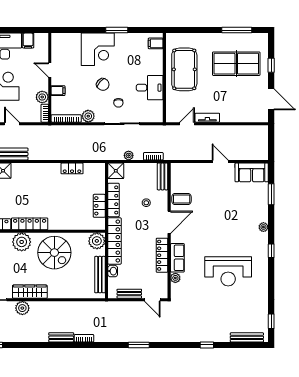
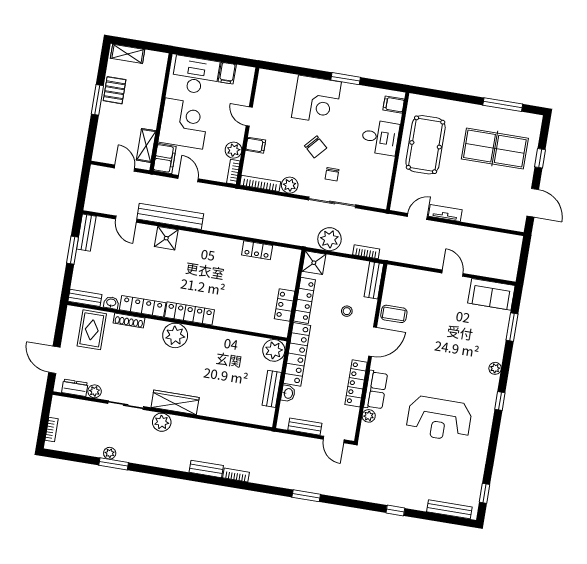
desk: (150, 88) -> (380, 138), moved
plant: (129, 155) -> (330, 239), width x1.88, depth x1.88
spiral stairs: (54, 253) -> (216, 356), removed
bench: (100, 275) -> (272, 389), width x0.73

